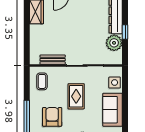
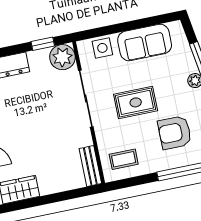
window: (125, 32) -> (43, 44), moved
plant: (114, 43) -> (62, 57), moved
bench: (53, 60) -> (90, 166), moved

